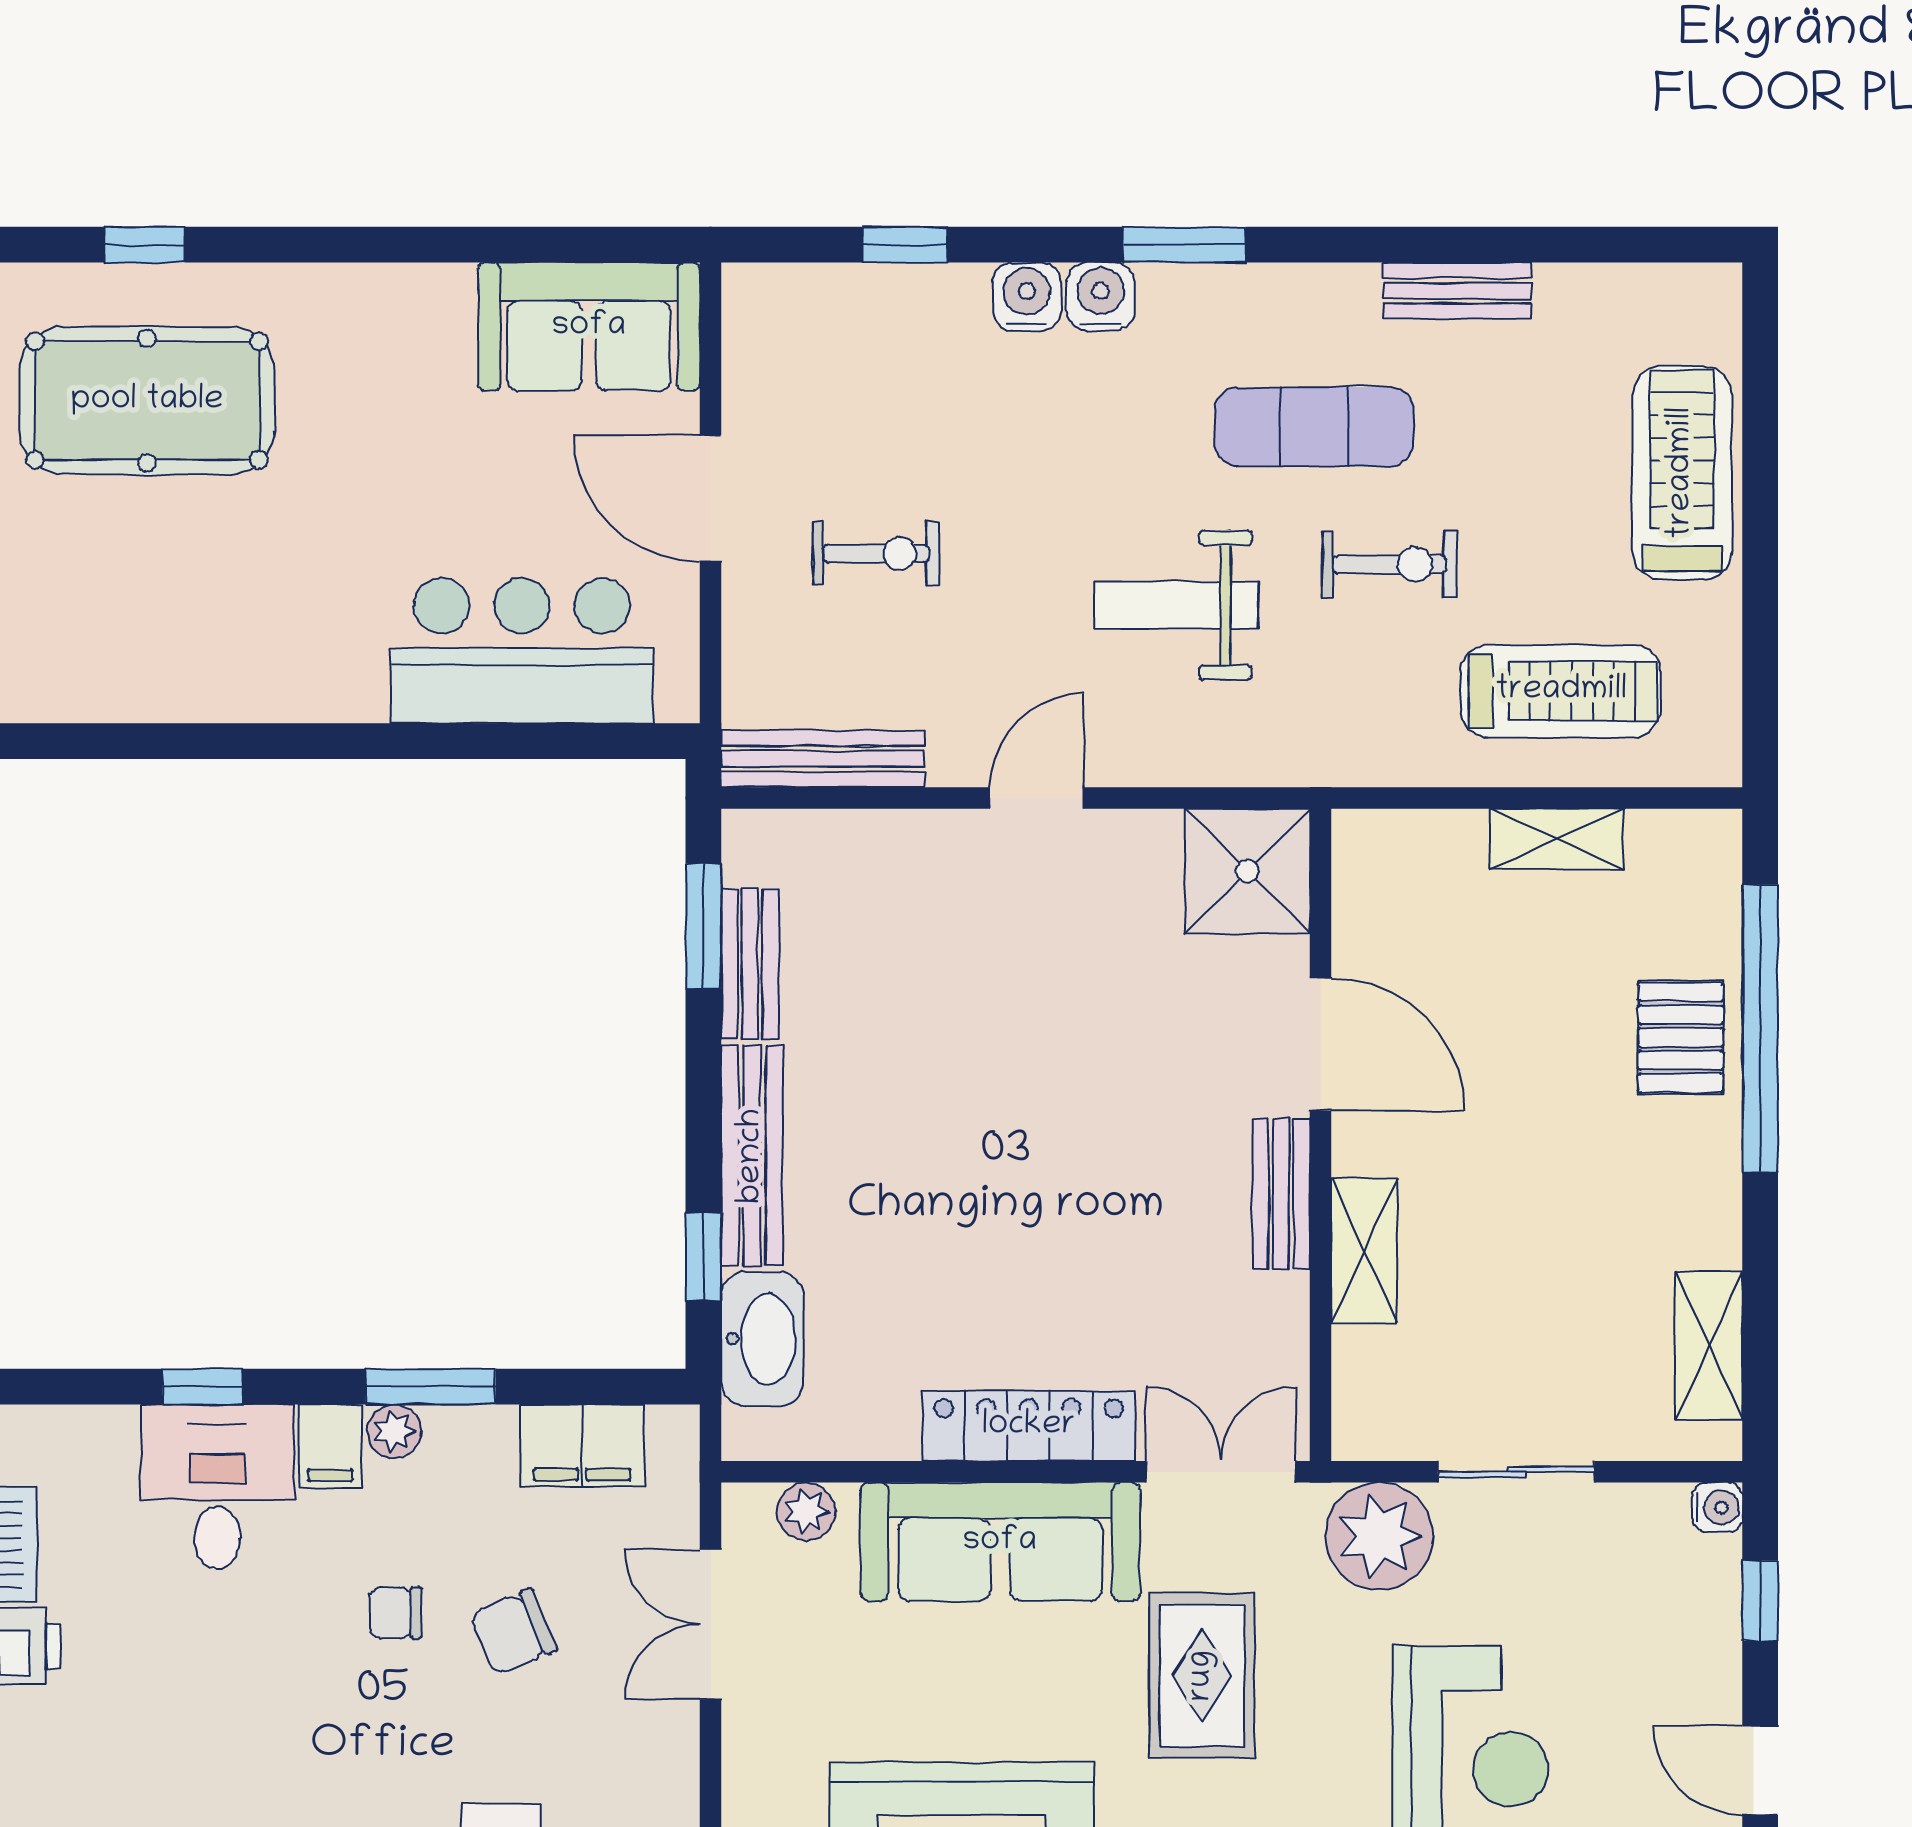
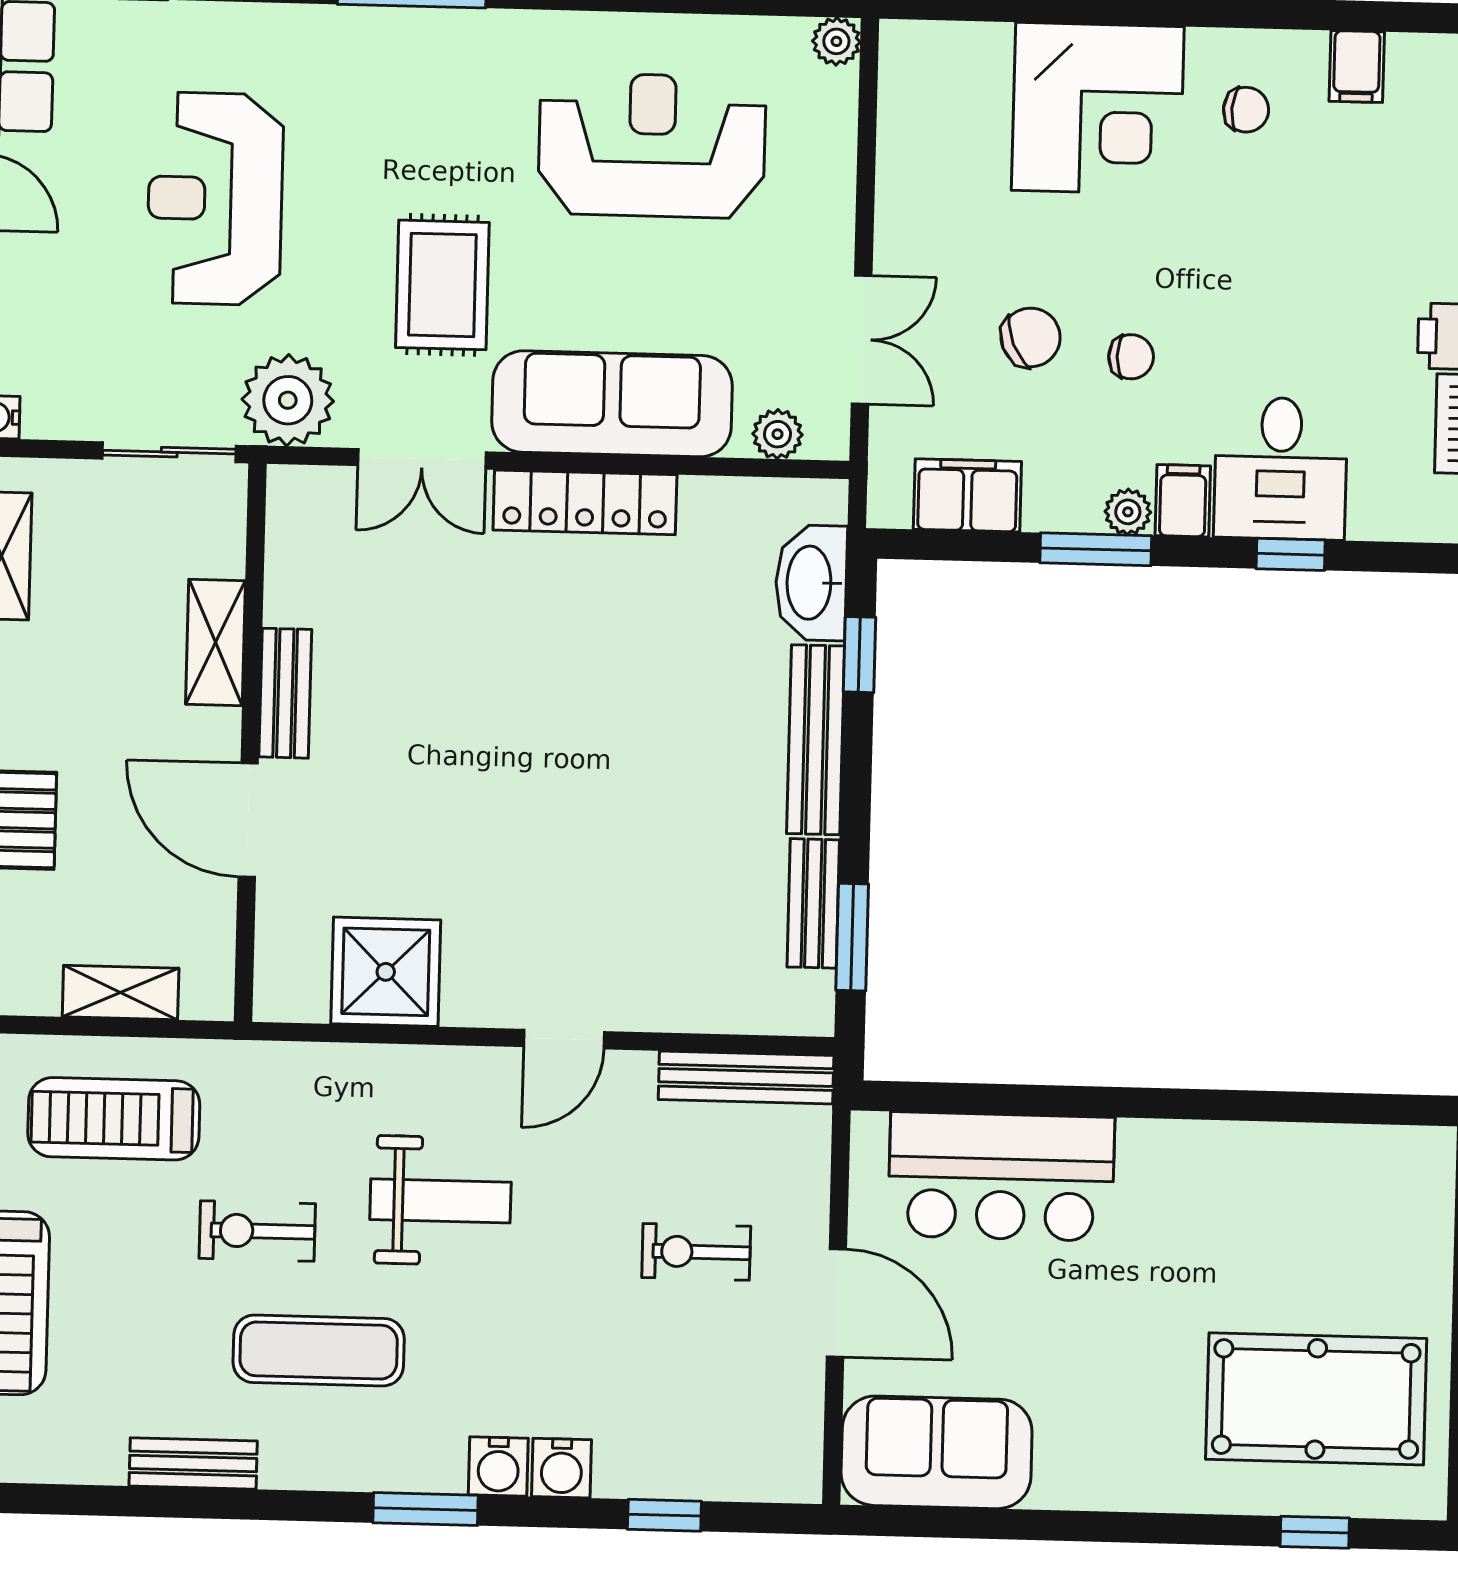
door: (1320, 1044) -> (248, 820), moved
wall: (1320, 1135) -> (250, 743), moved
bench: (1281, 1194) -> (285, 693), moved
shelving: (1364, 1251) -> (215, 643), moved

